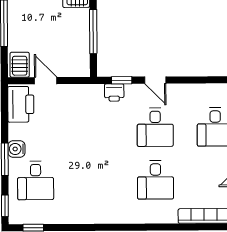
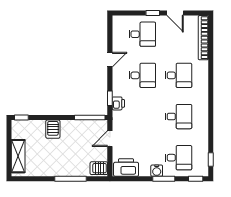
window: (93, 31) -> (90, 118), moved
door: (155, 80) -> (110, 60), moved
door: (46, 81) -> (110, 139), moved
desk: (96, 180) -> (178, 117), added

